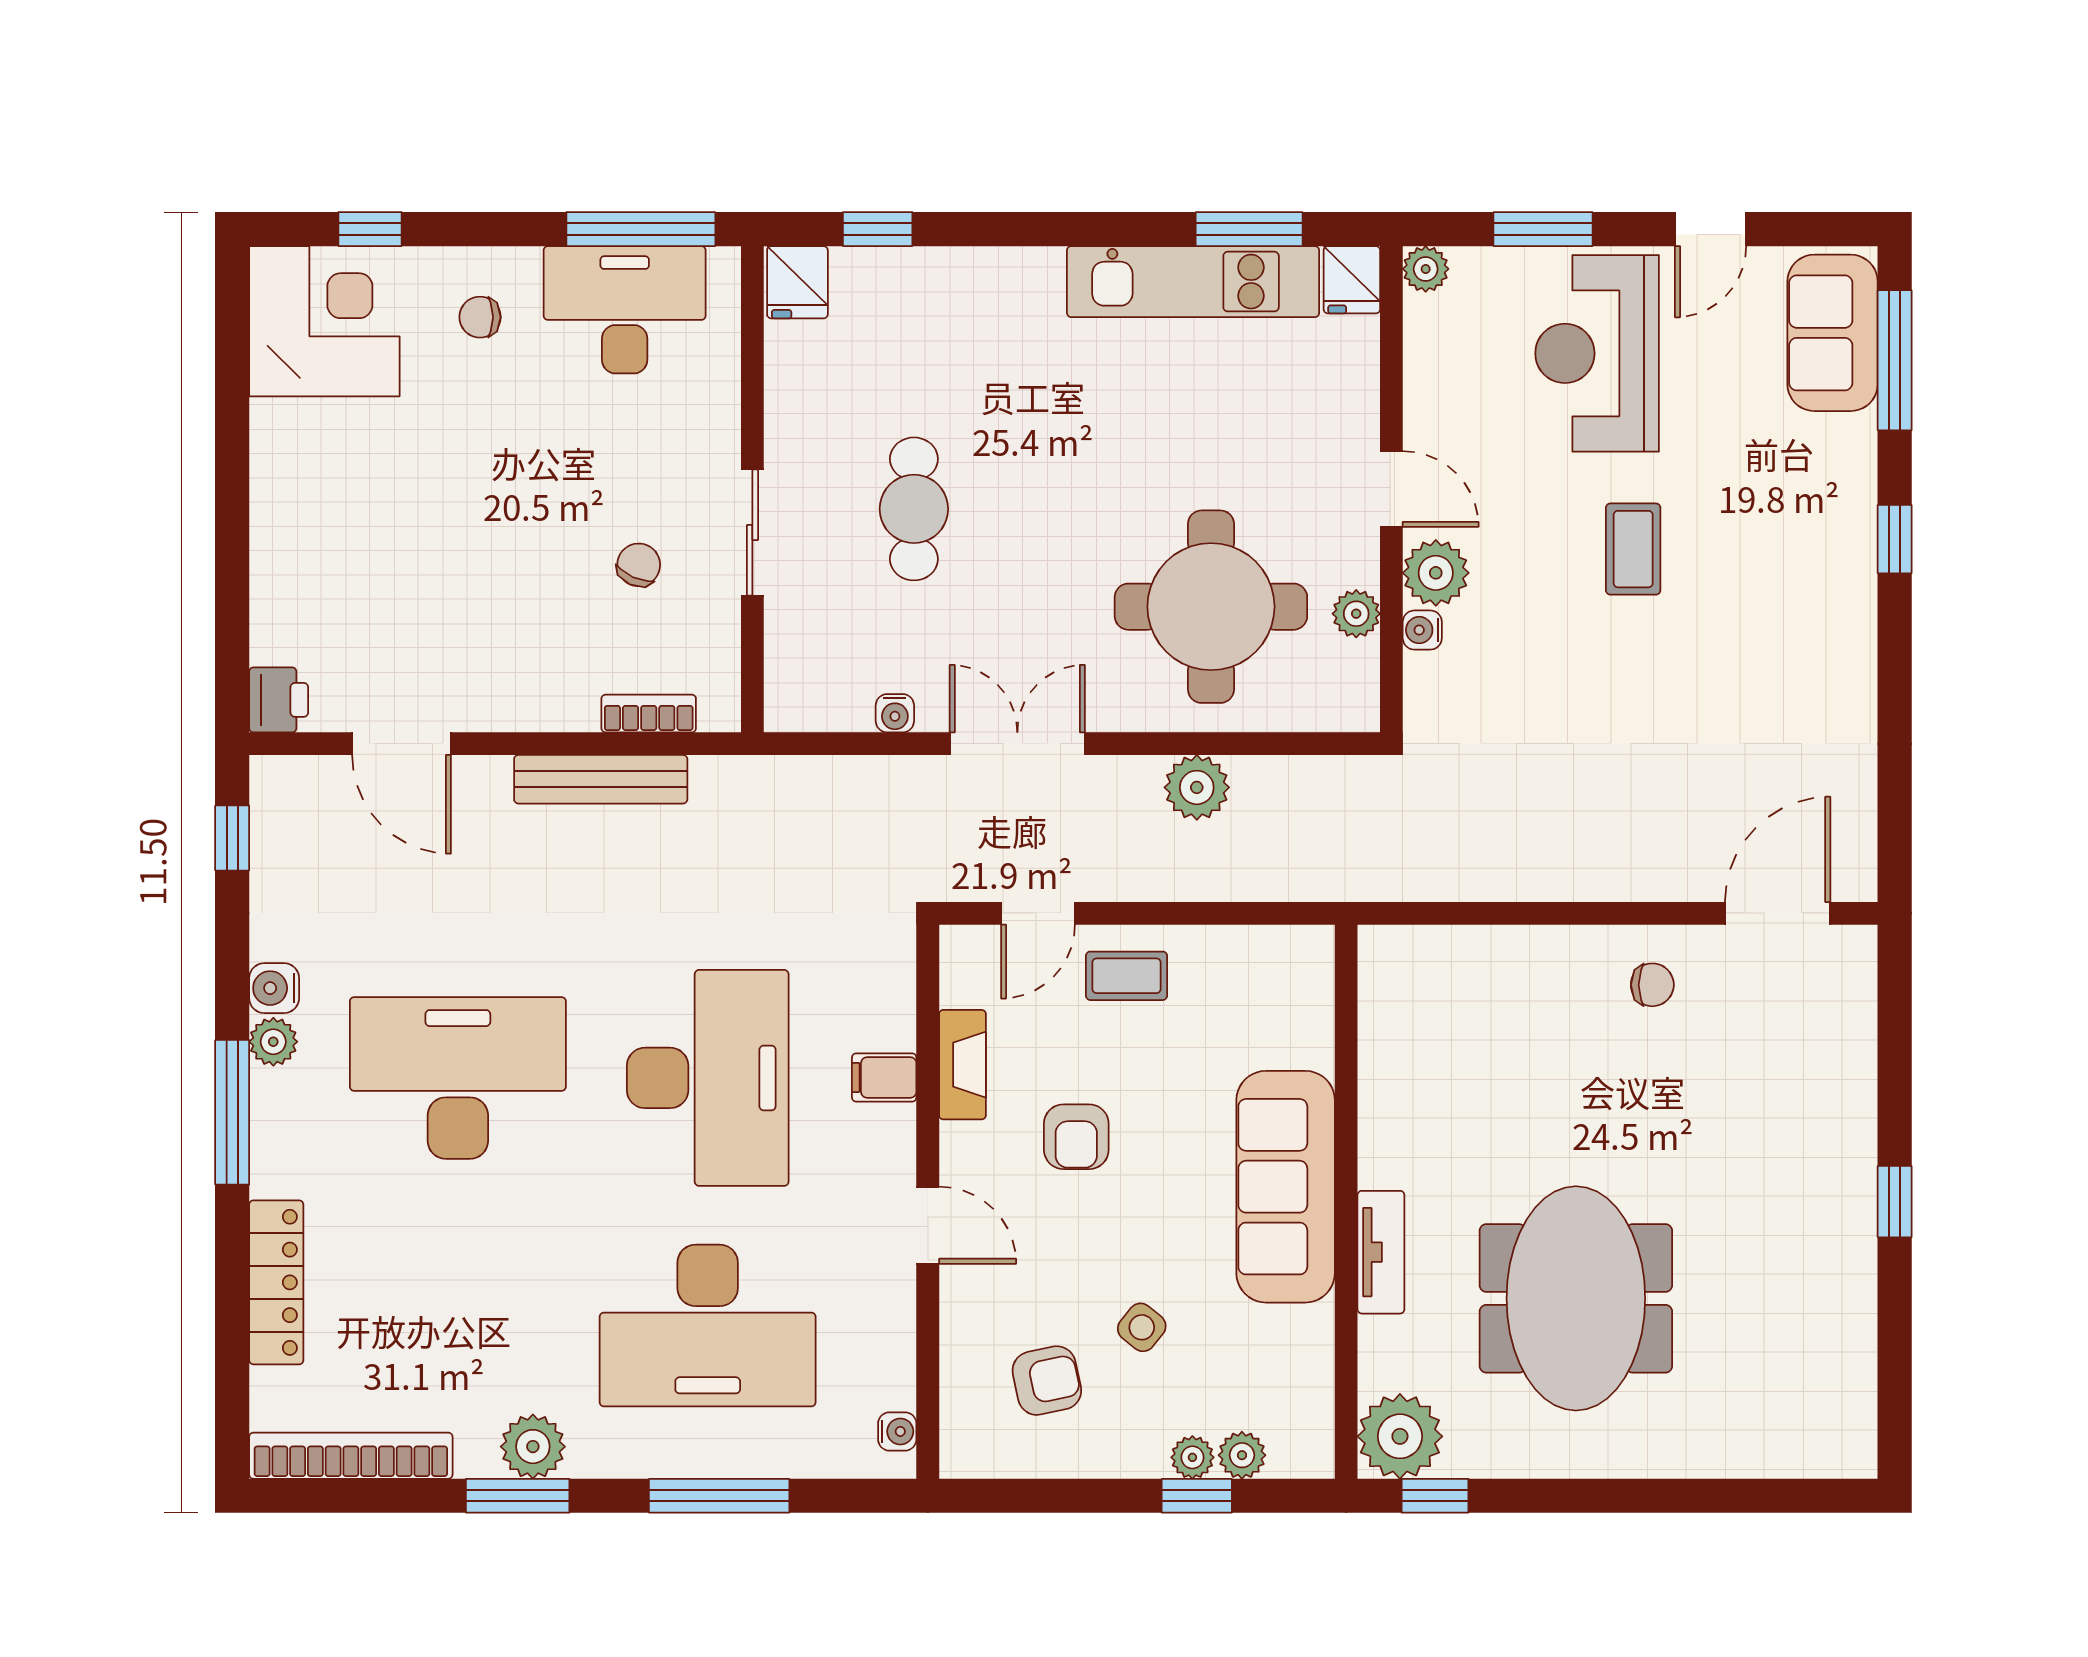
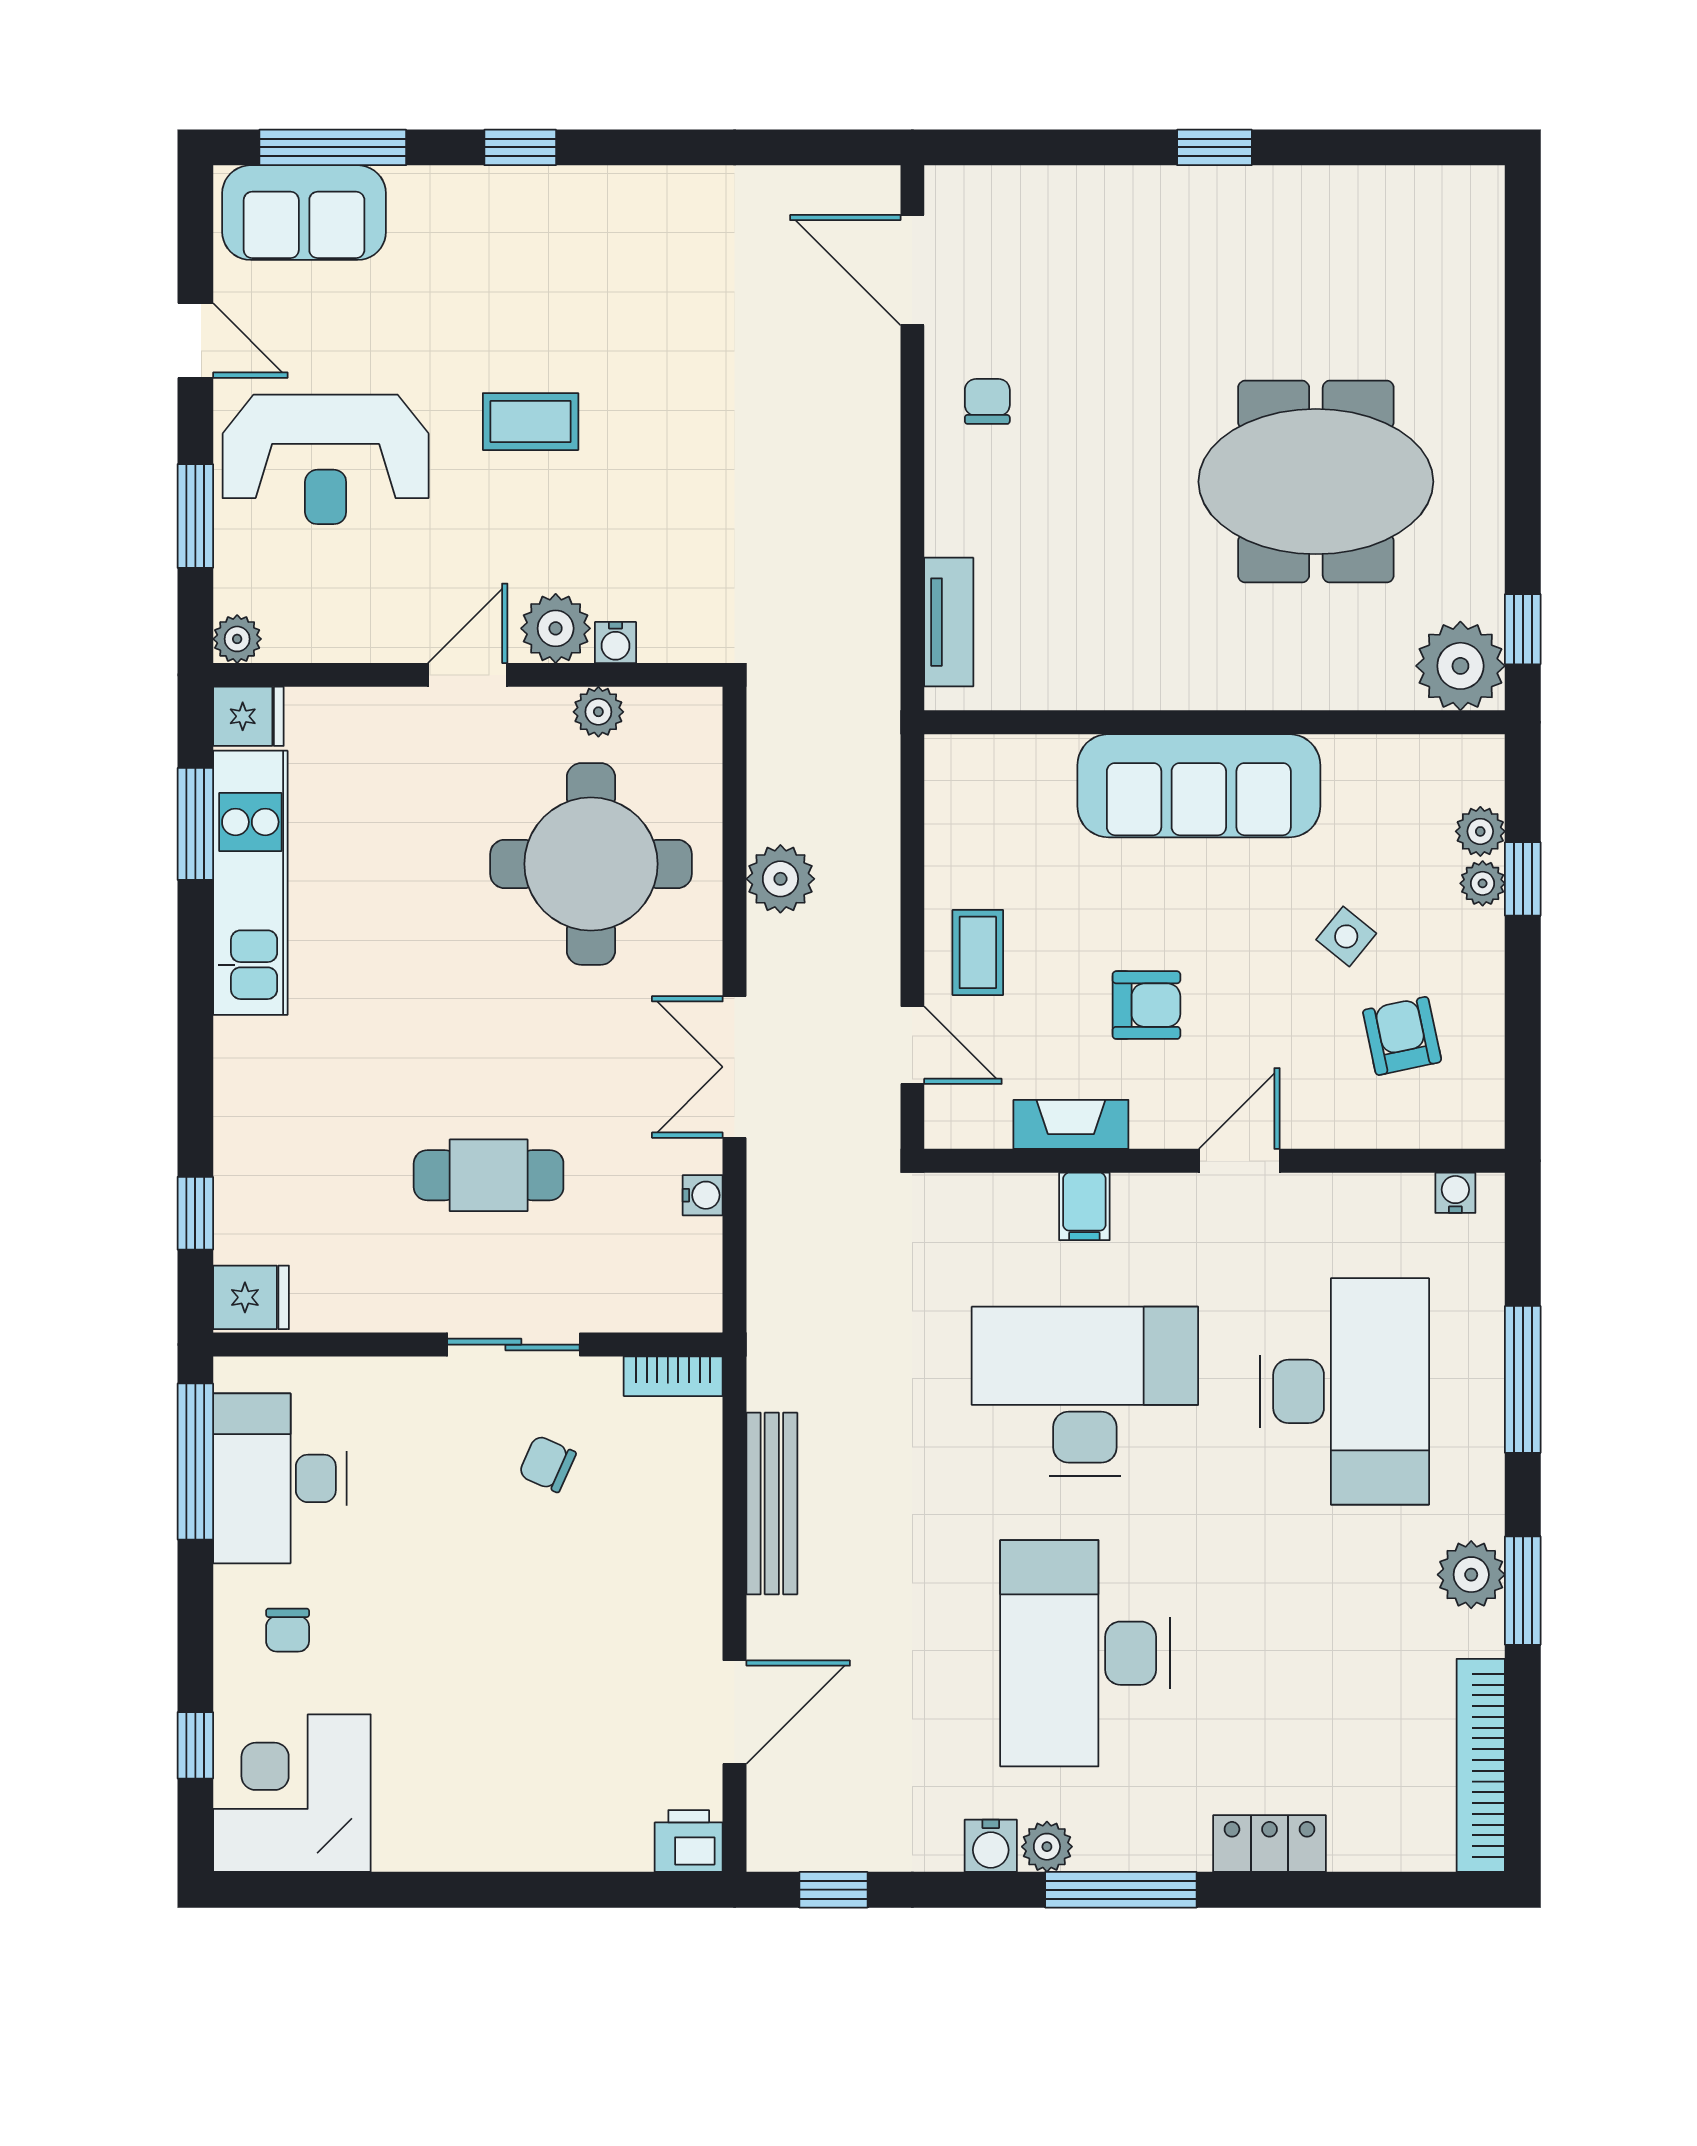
bookcase: (649, 713) -> (673, 1376), moved, turned -90
tv unit: (1381, 1252) -> (949, 622), moved, turned 90
locker: (276, 1282) -> (1269, 1844), width x0.66

